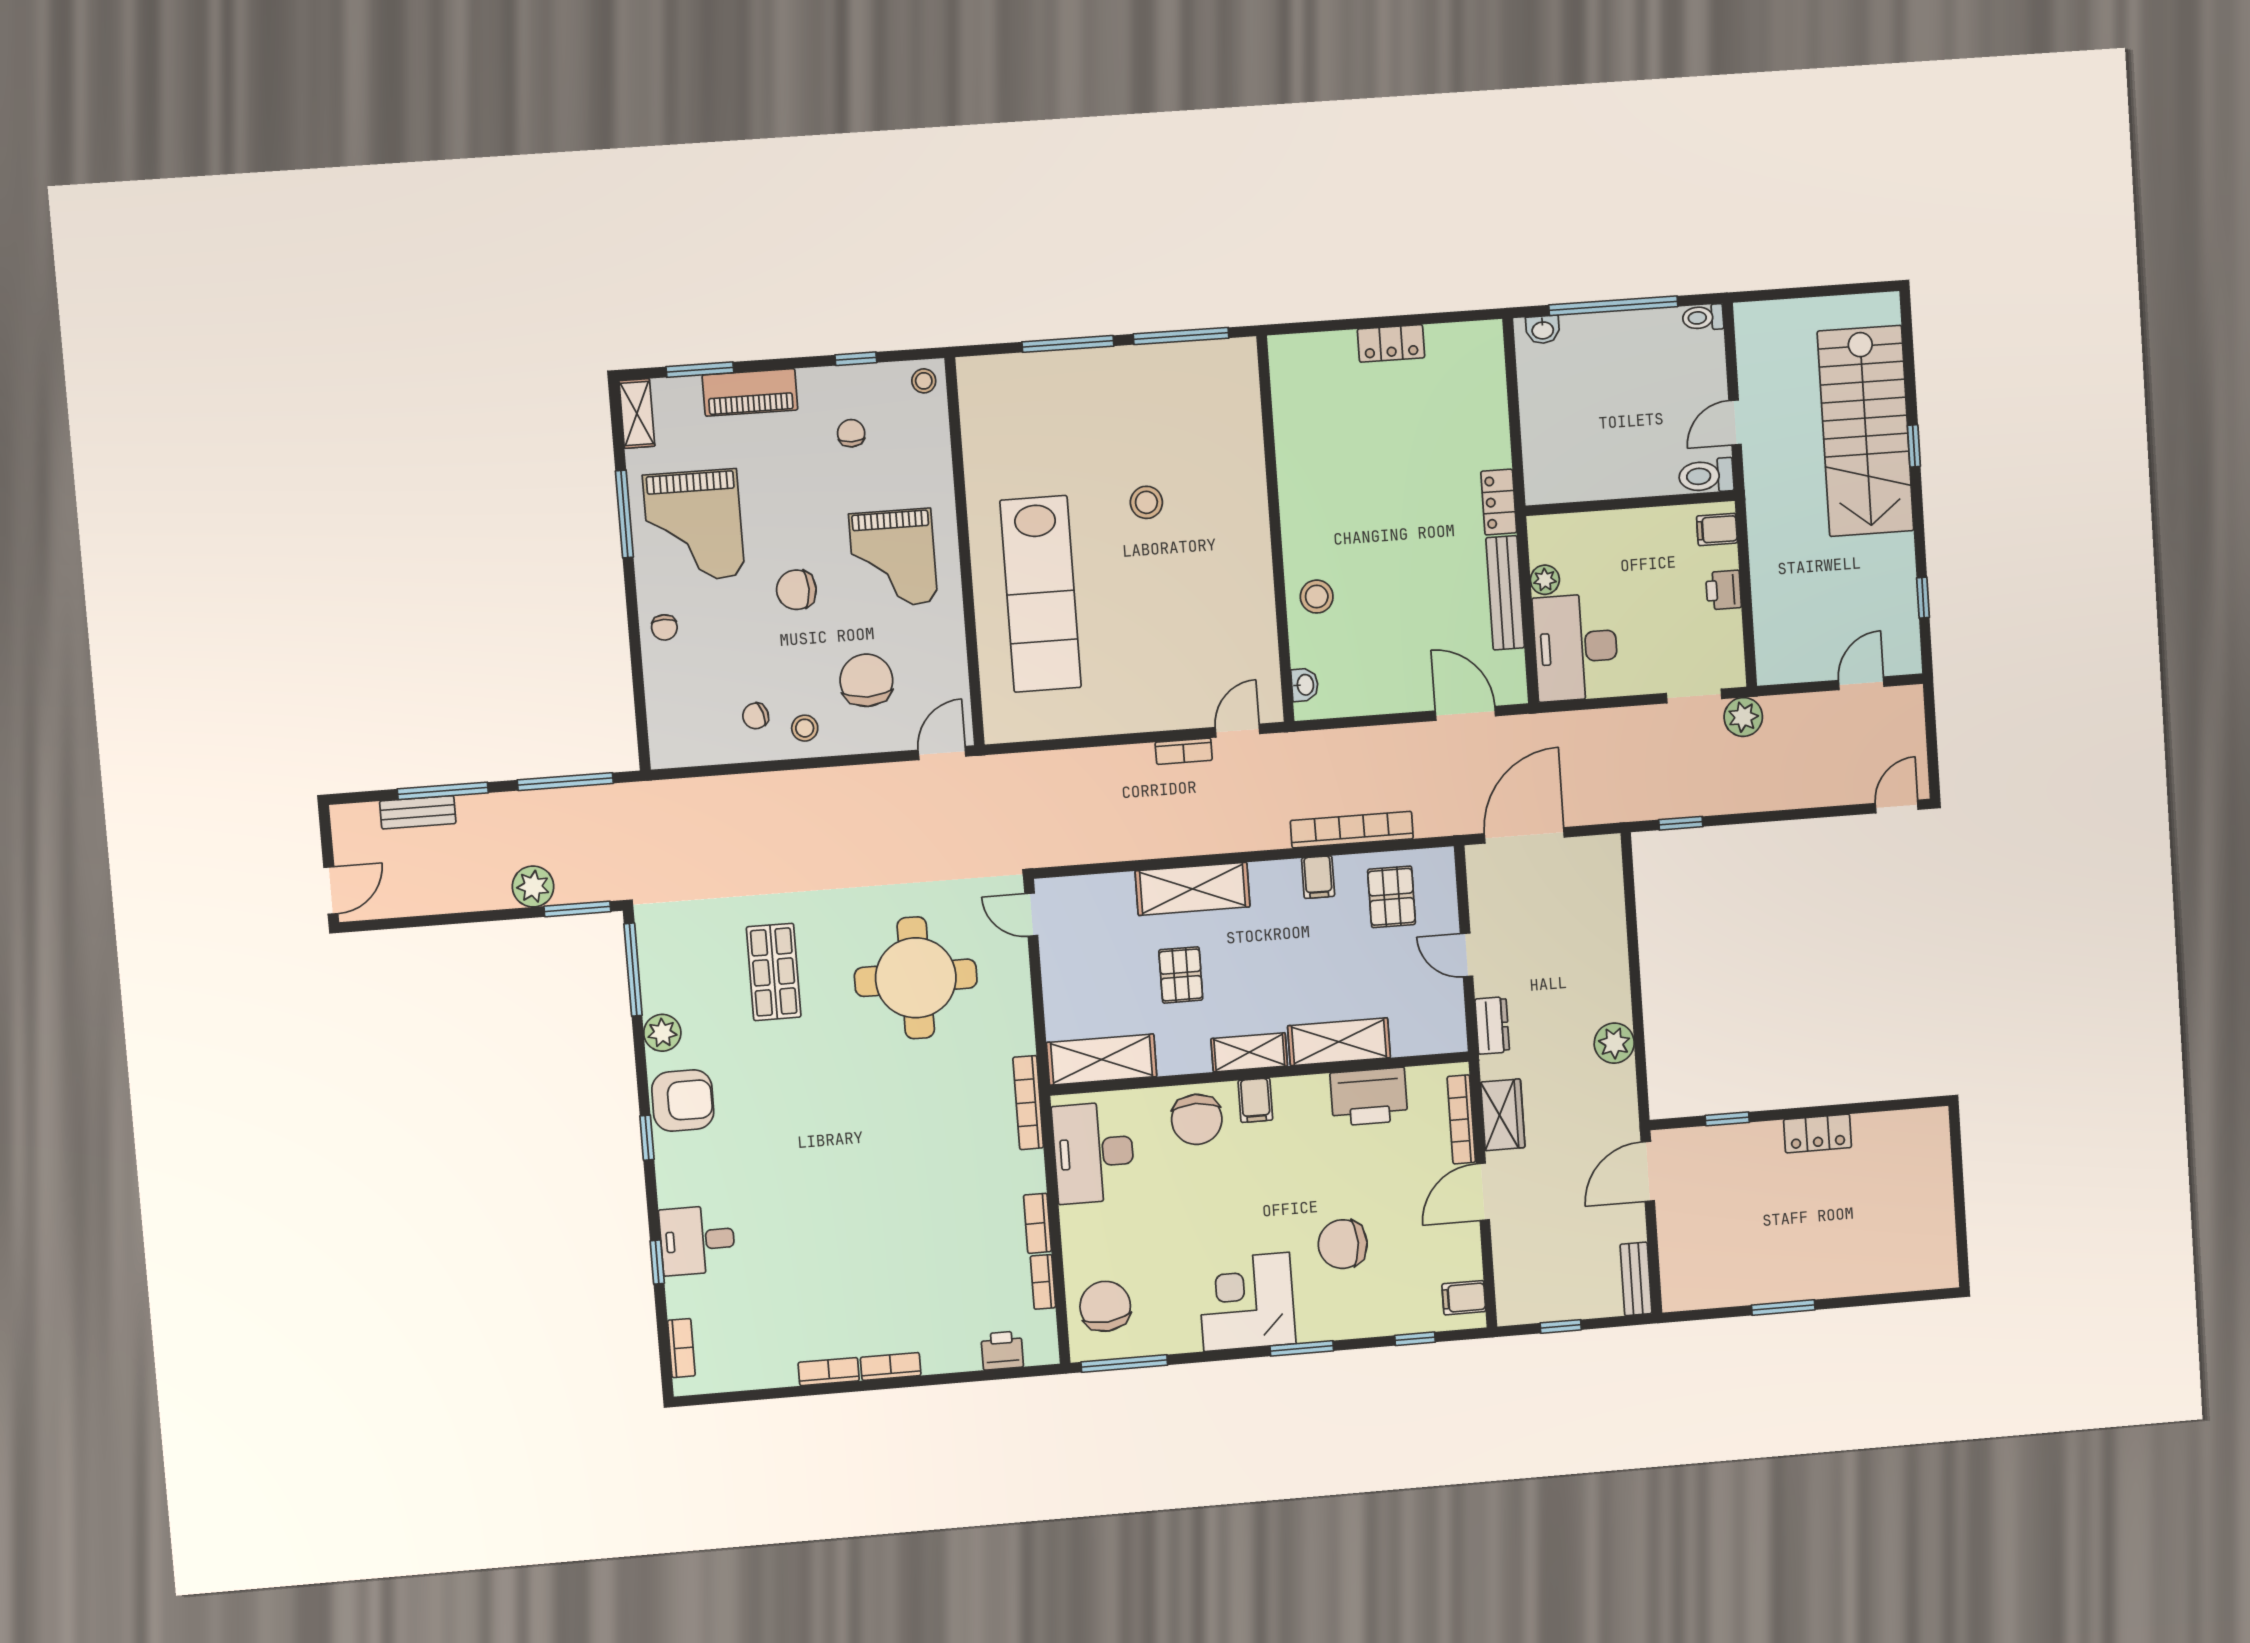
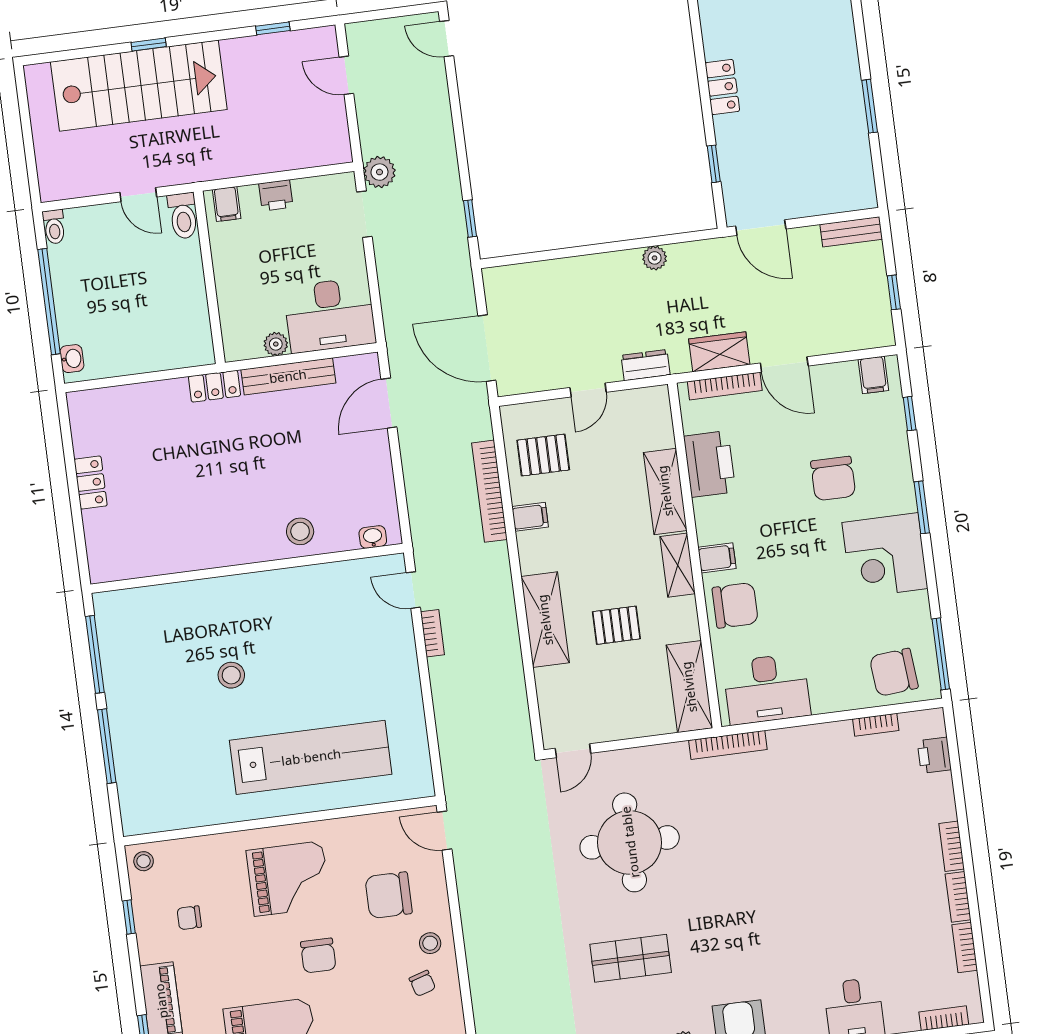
plant: (1614, 1043) -> (655, 258), width x0.73, depth x0.73
bookcase: (1037, 1223) -> (965, 948), moved, turned 90

